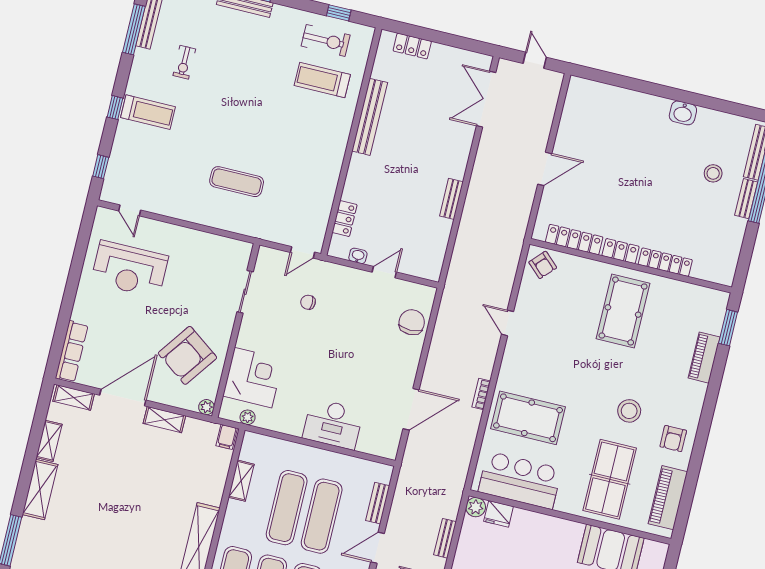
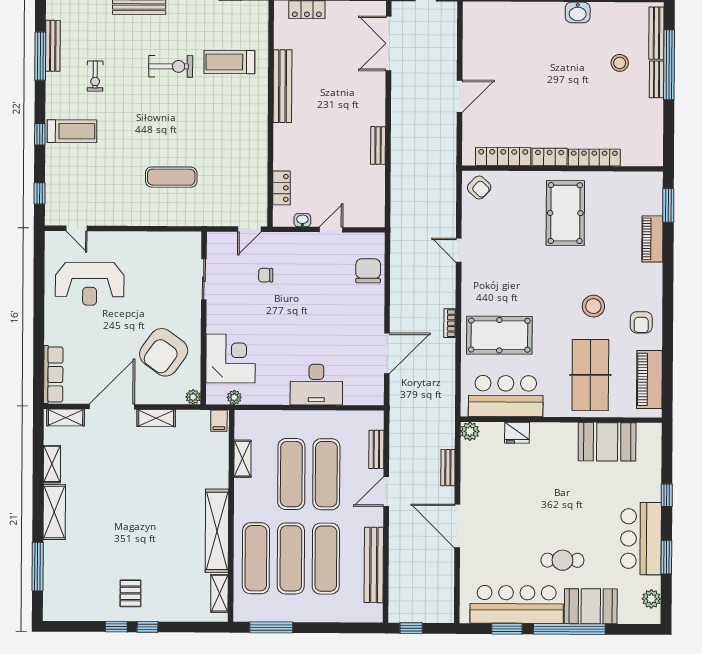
exercise bike: (326, 40) -> (171, 66), moved
fridge: (499, 514) -> (517, 433), moved

